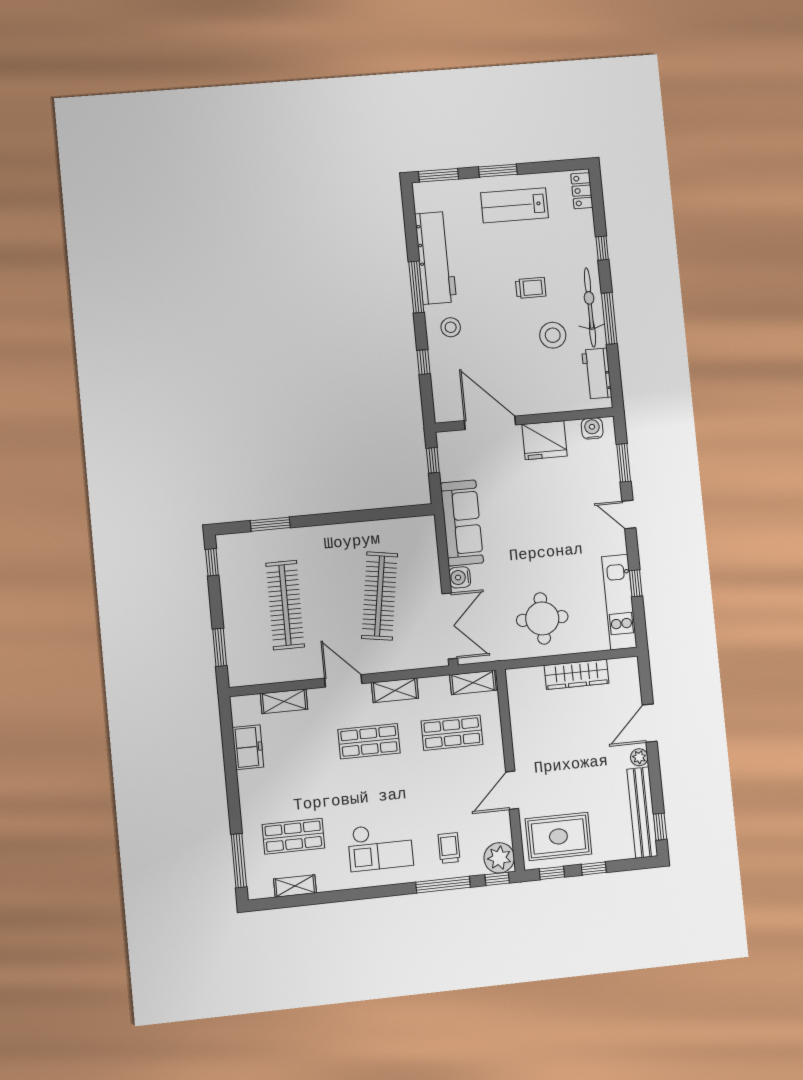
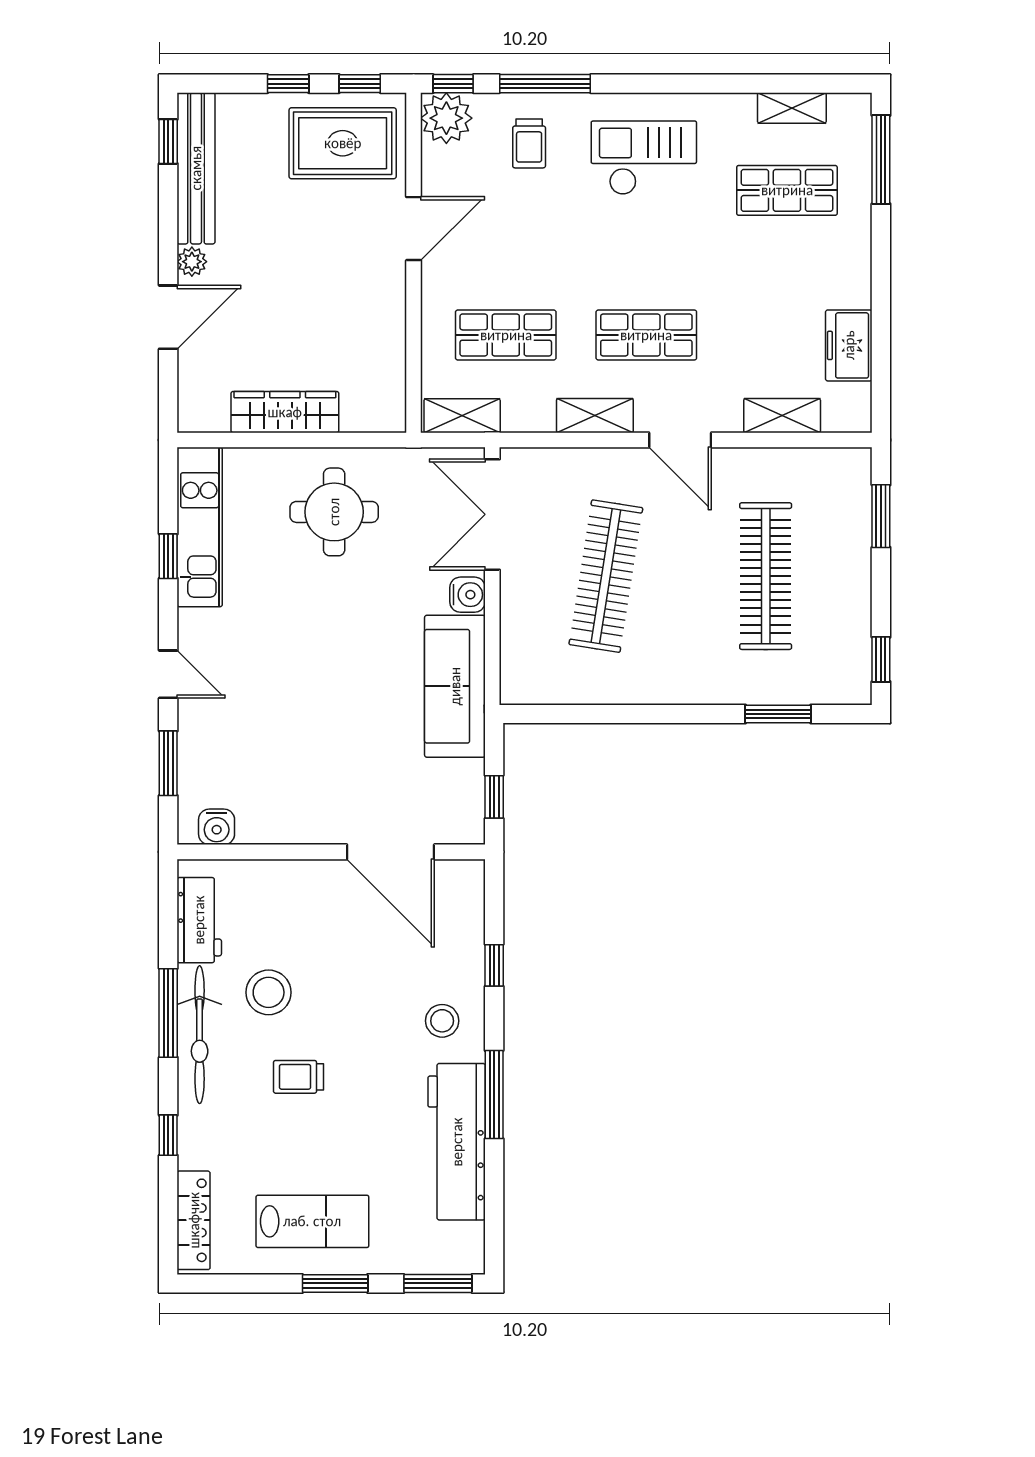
locker: (582, 191) -> (194, 1220), width x1.53
fridge: (544, 440) -> (300, 814), removed

